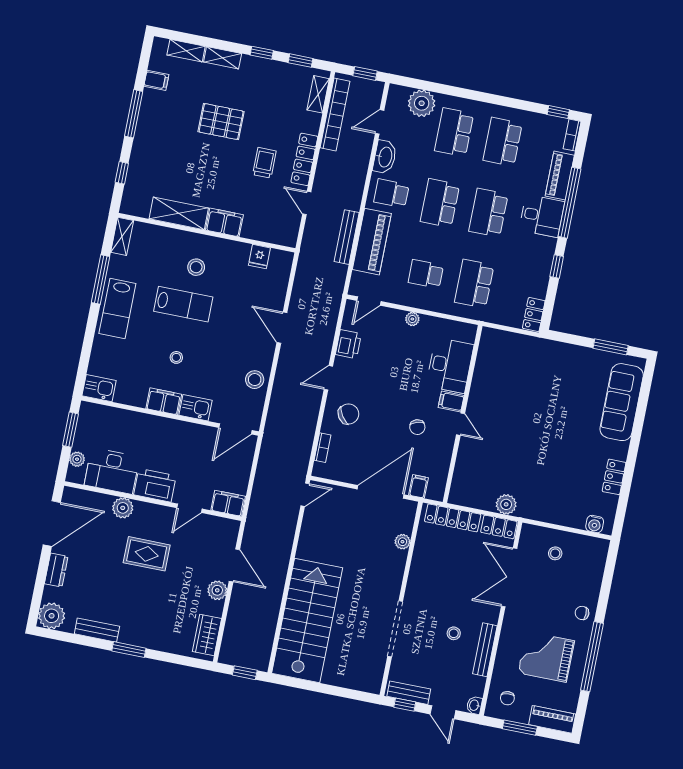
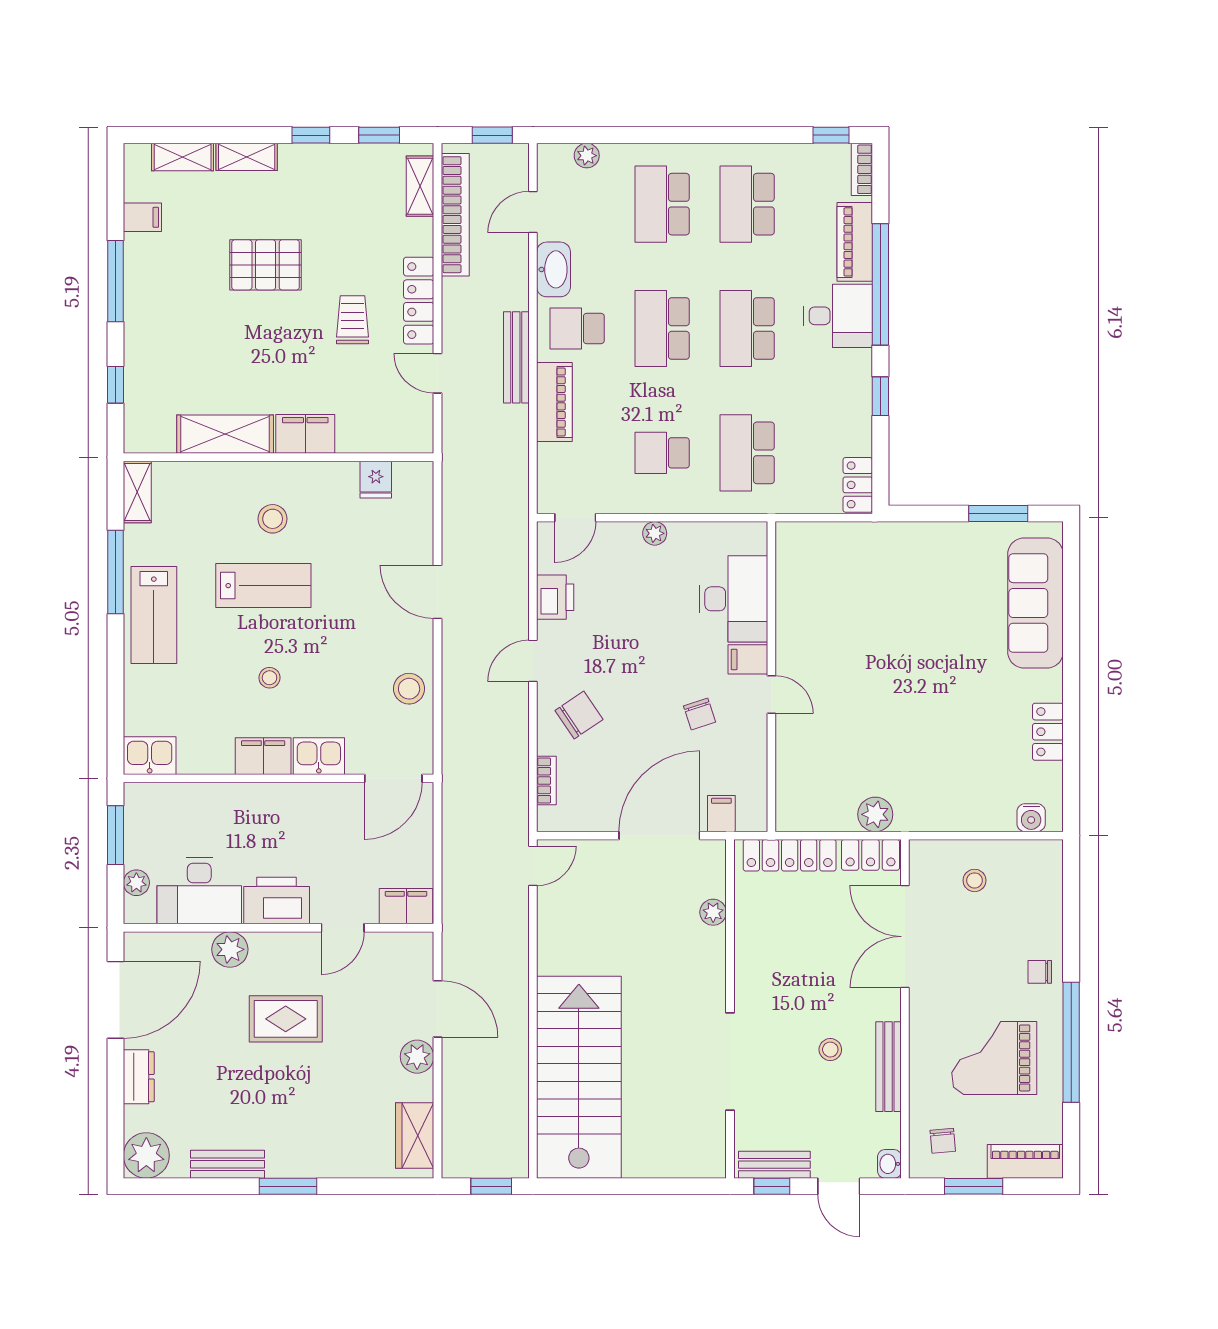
plant: (422, 103) -> (587, 156), width x0.53, depth x0.53
bench: (347, 237) -> (516, 357), moved
piano: (372, 242) -> (554, 402), width x0.73, depth x0.75

